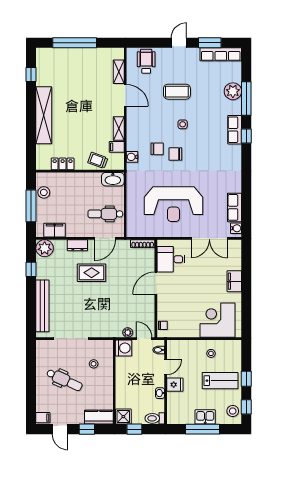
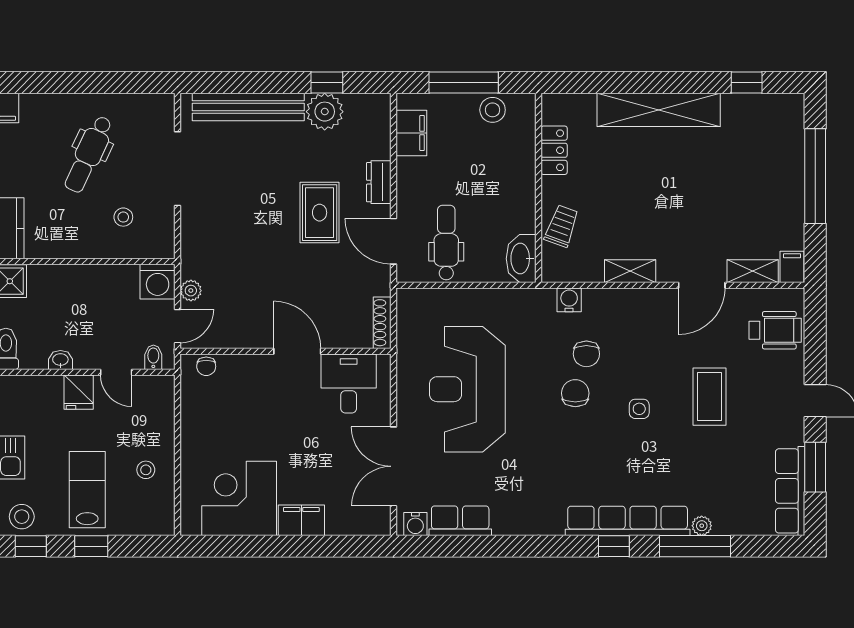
plant: (233, 91) -> (702, 526), width x0.53, depth x0.53
row of seats: (235, 130) -> (628, 521), width x2.02
filing cabinet: (117, 147) -> (792, 267), moved
plant: (45, 248) -> (325, 112), moved
corner desk: (217, 320) -> (239, 498), moved, turned -90
lab bench: (220, 381) -> (87, 490), turned 180

